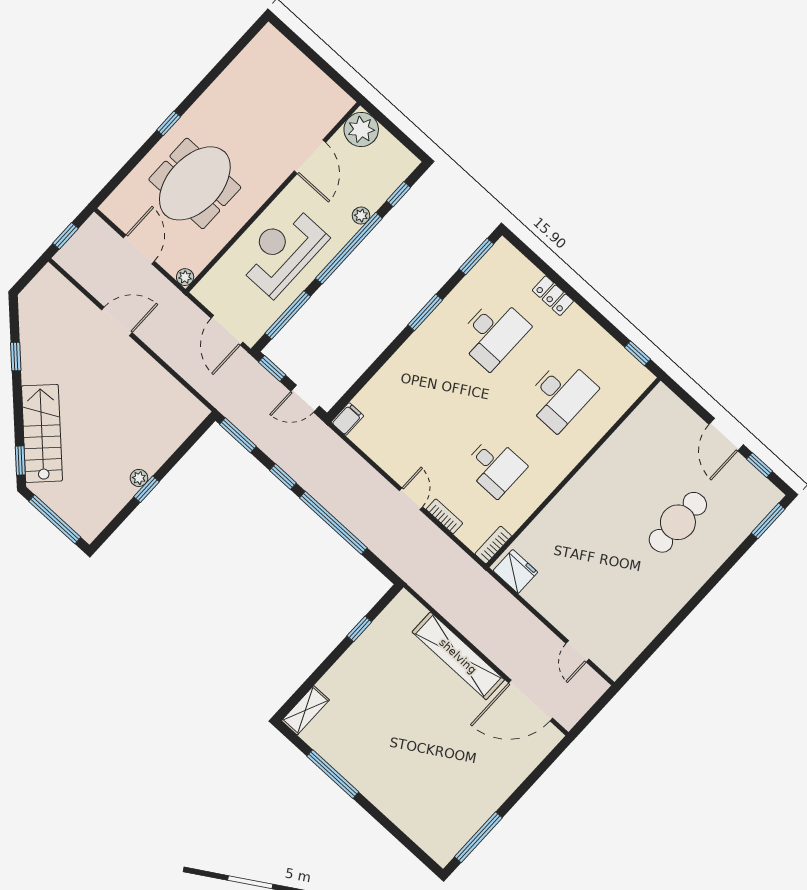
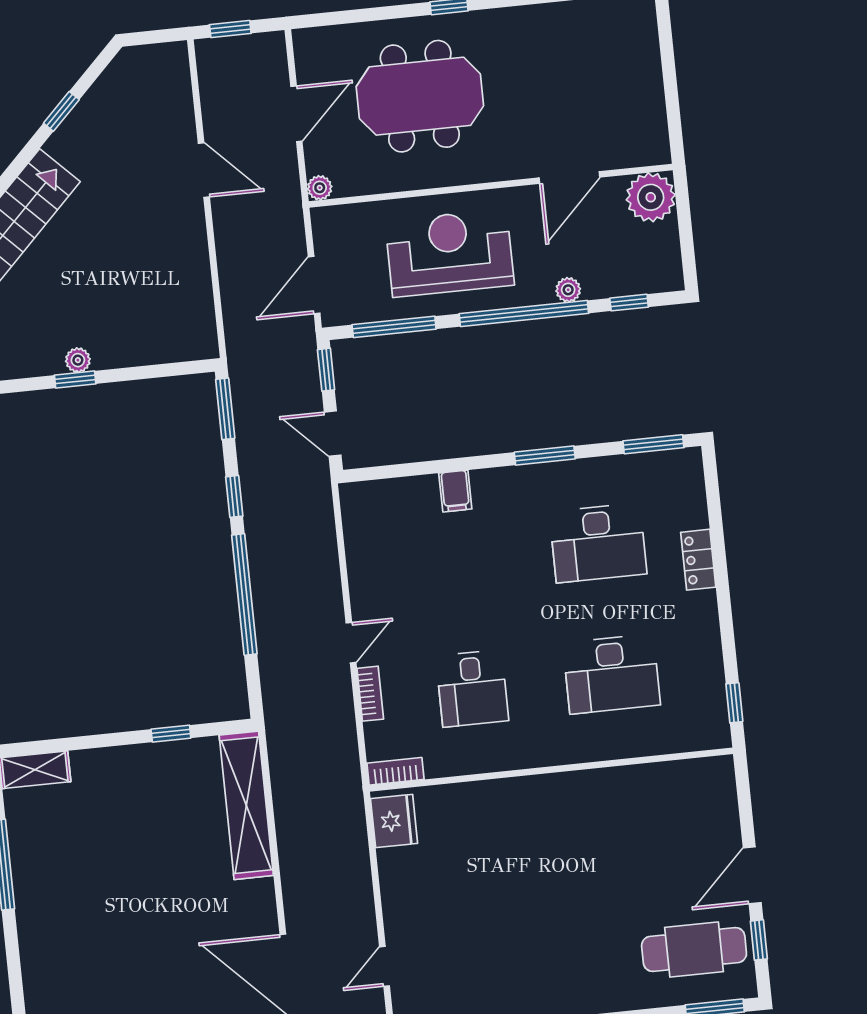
filing cabinet: (347, 419) -> (455, 491), moved, turned 90
cafe table: (678, 522) -> (694, 950), moved
shelving: (458, 656) -> (246, 805), moved

